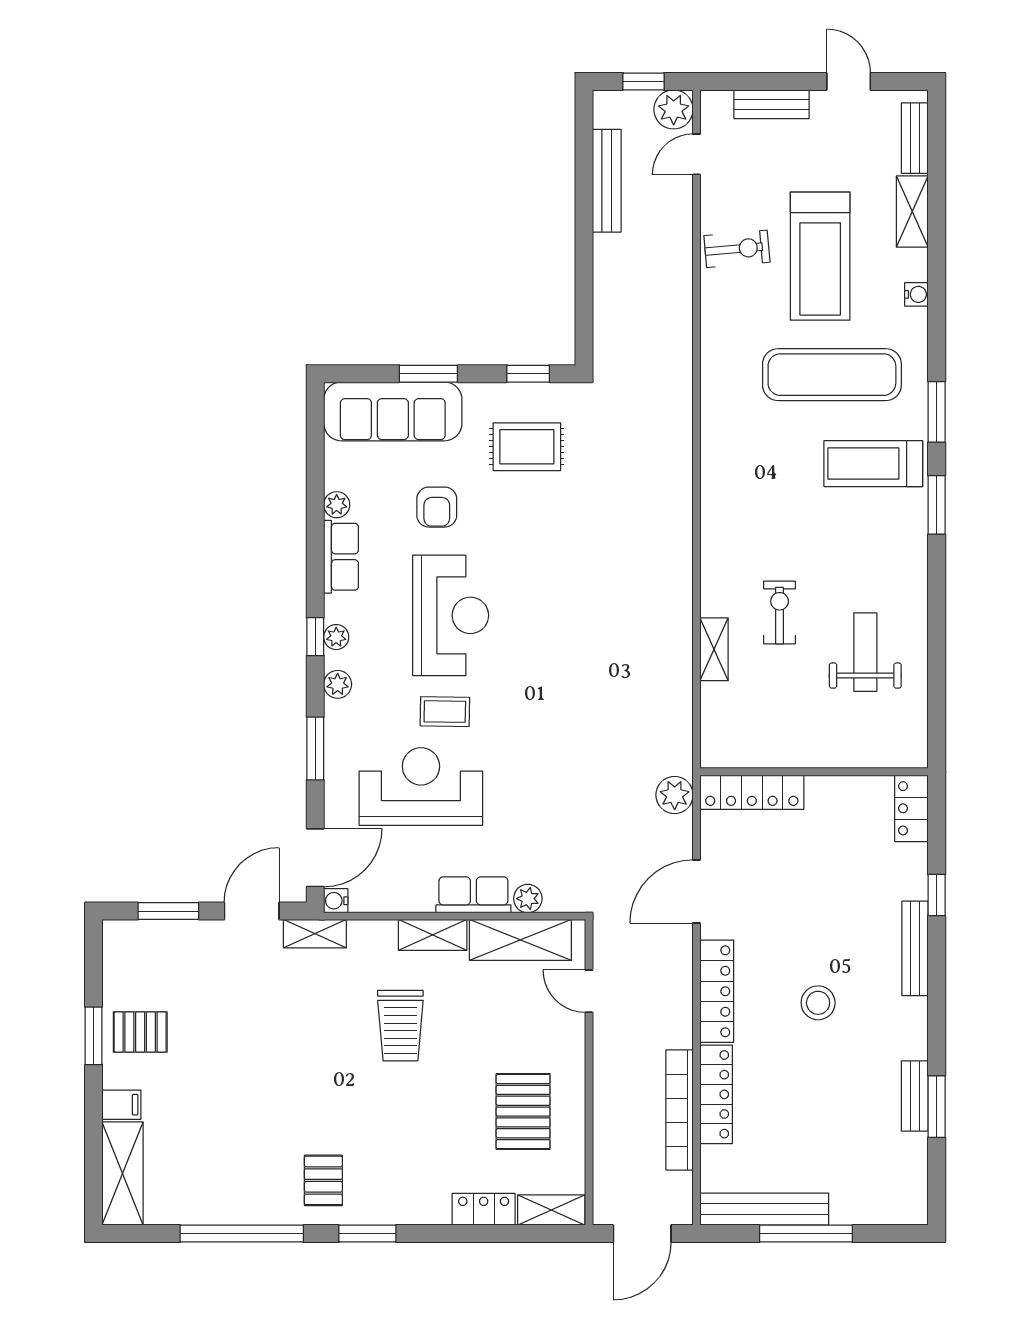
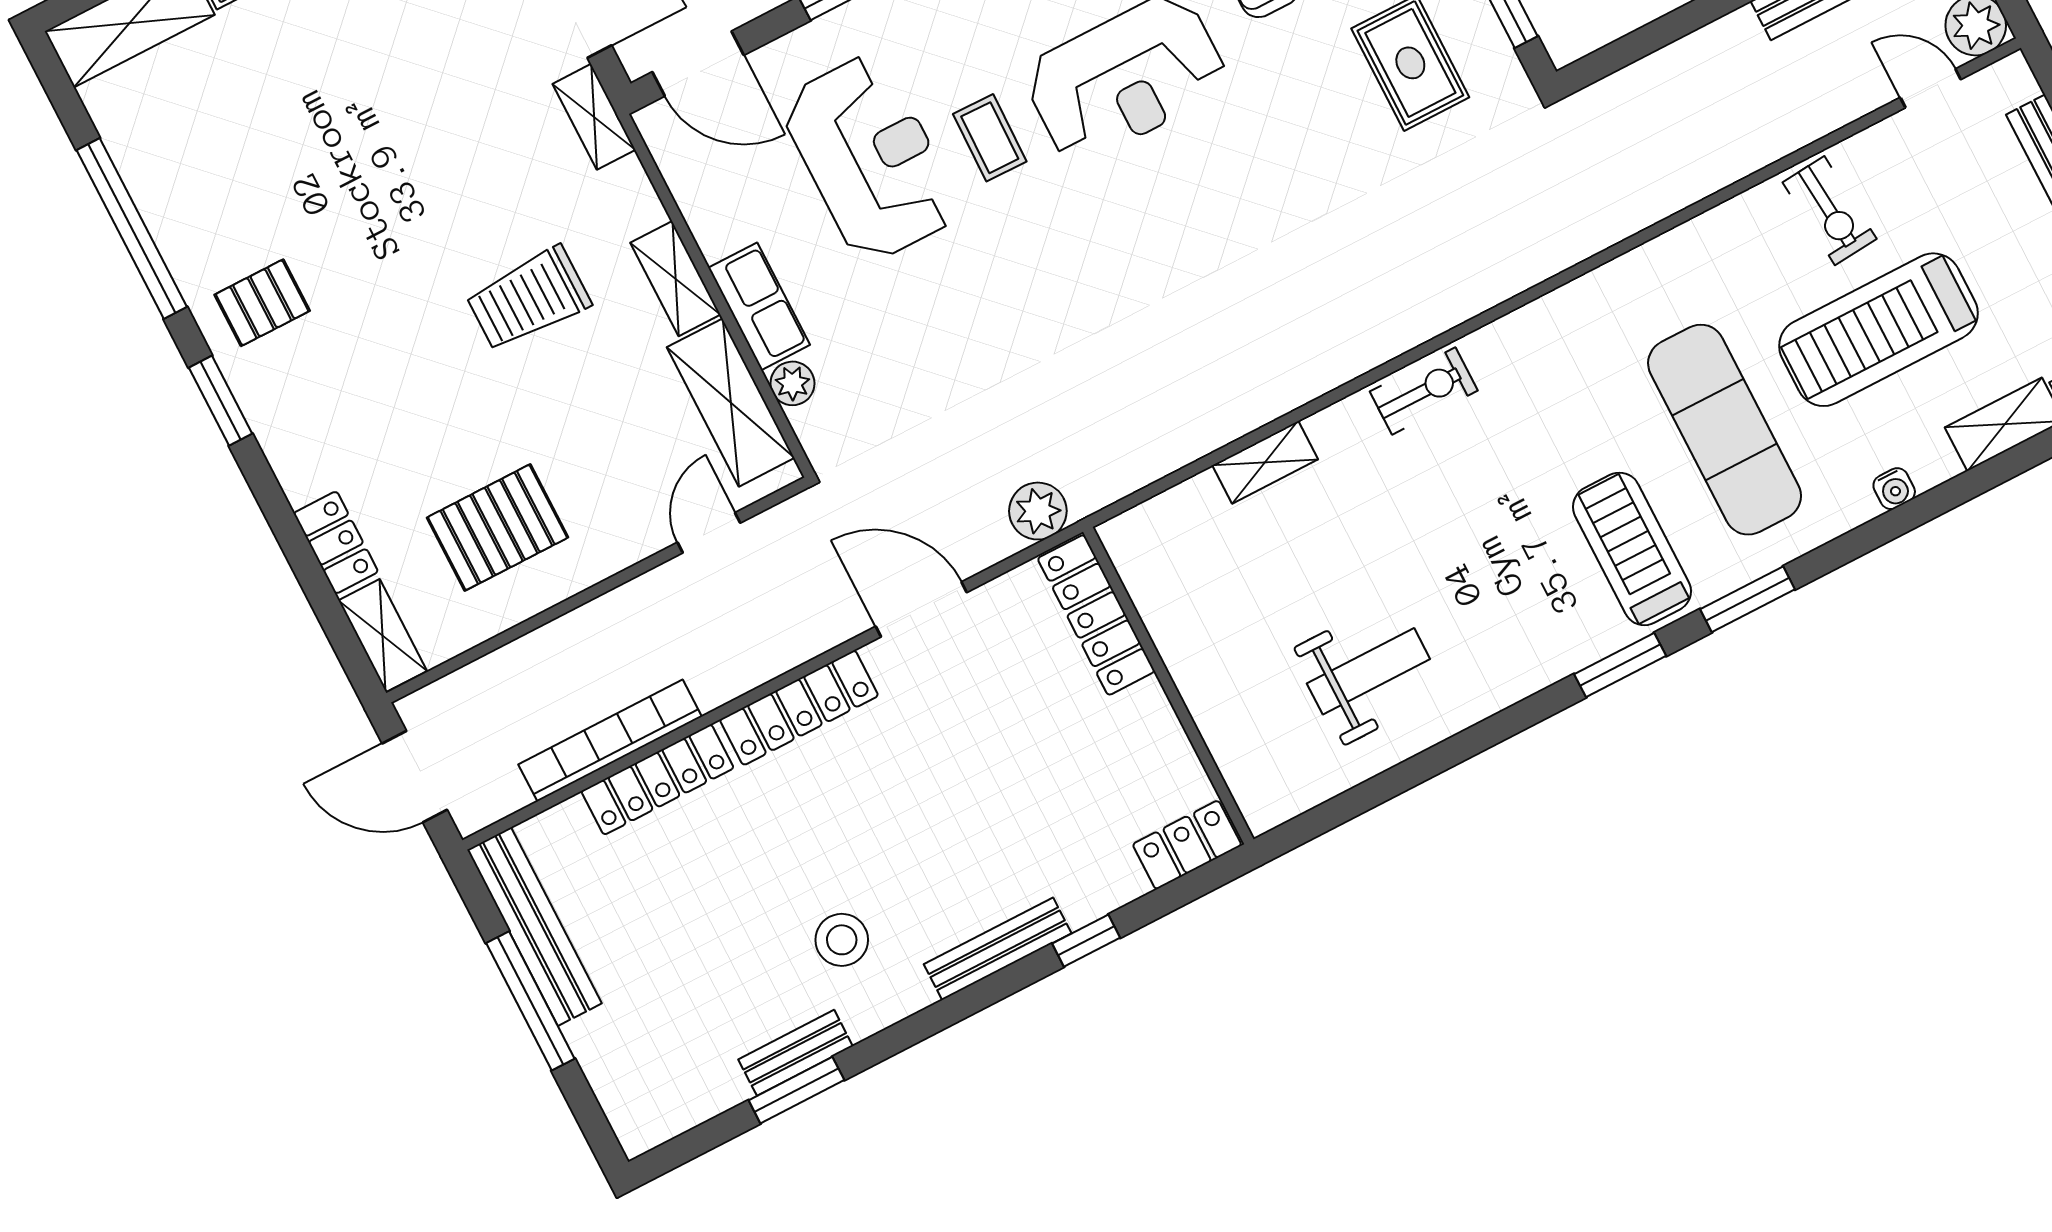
exercise bike: (780, 613) -> (1424, 391), moved
water cooler: (336, 901) -> (654, 122), removed
stool: (818, 1003) -> (842, 940), moved

